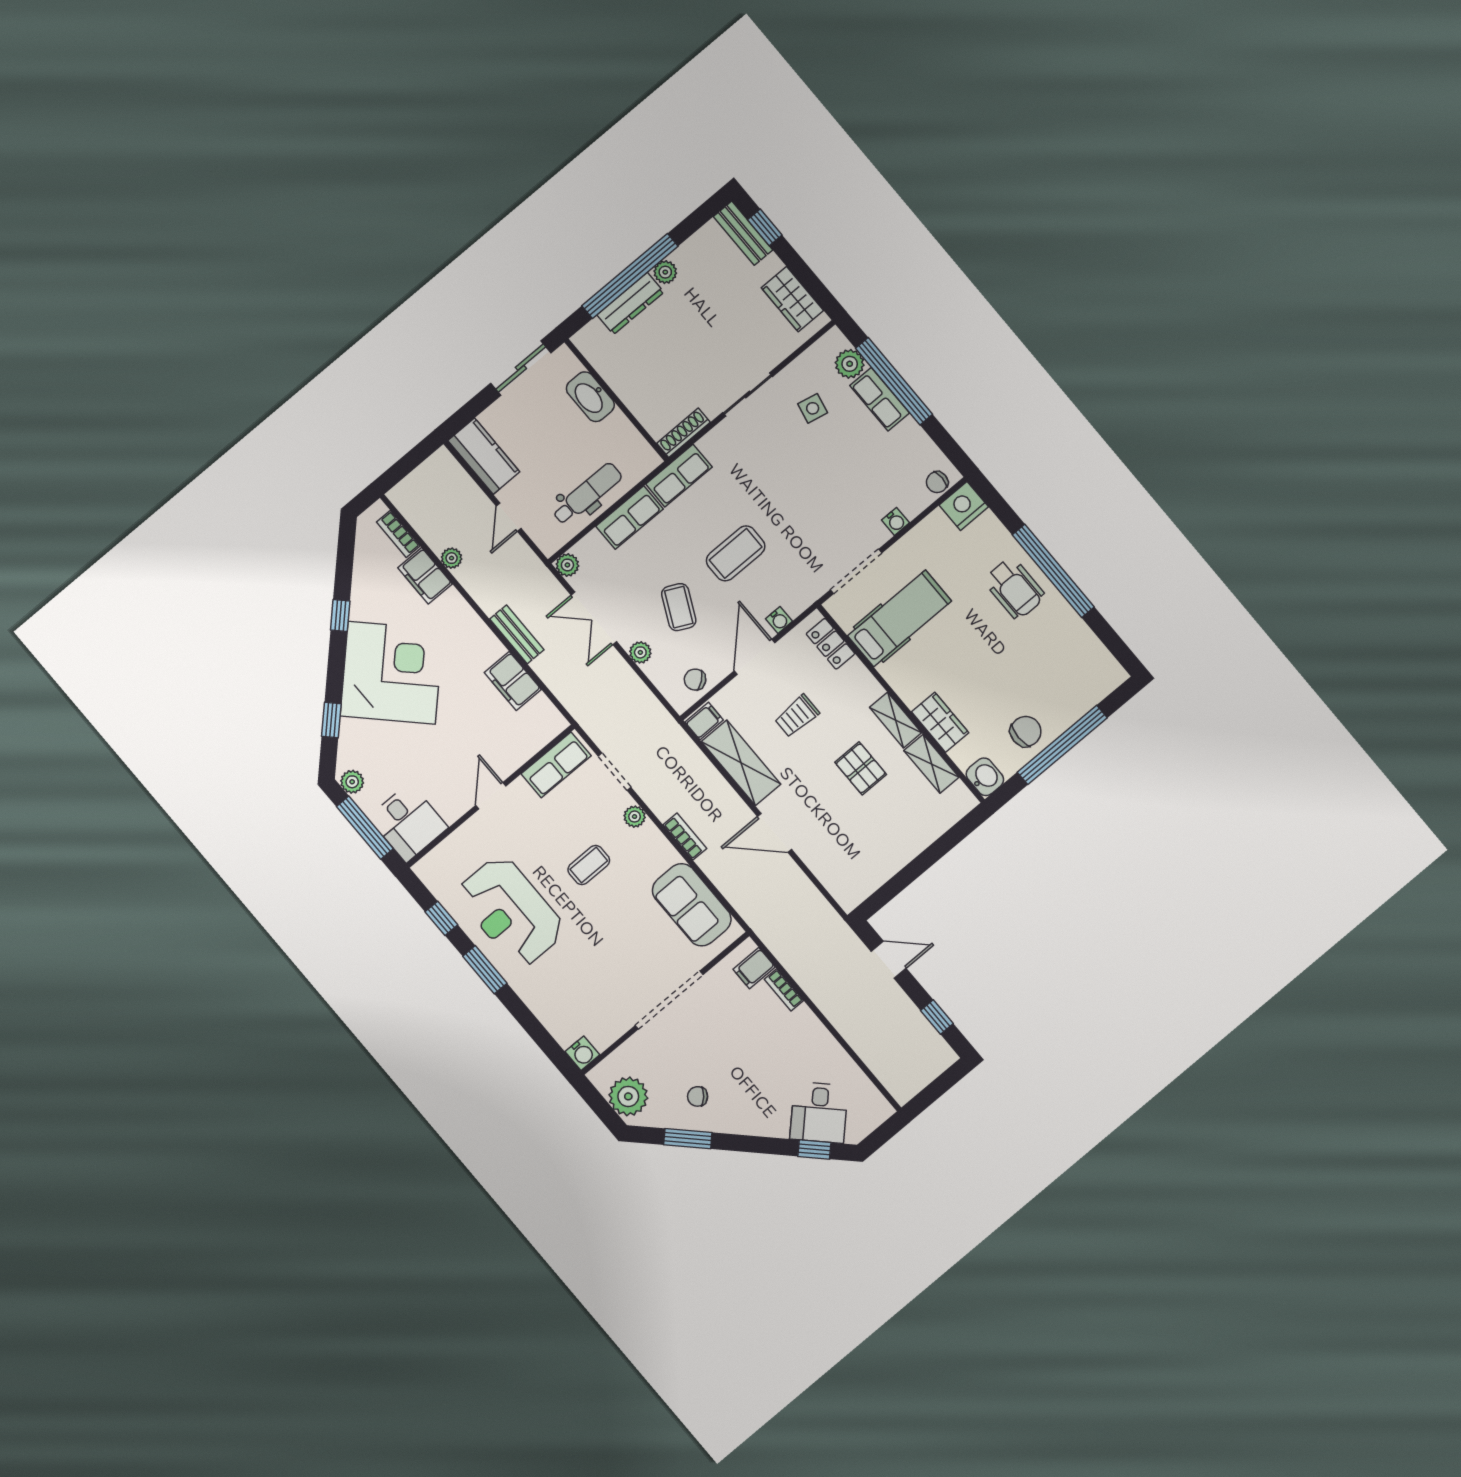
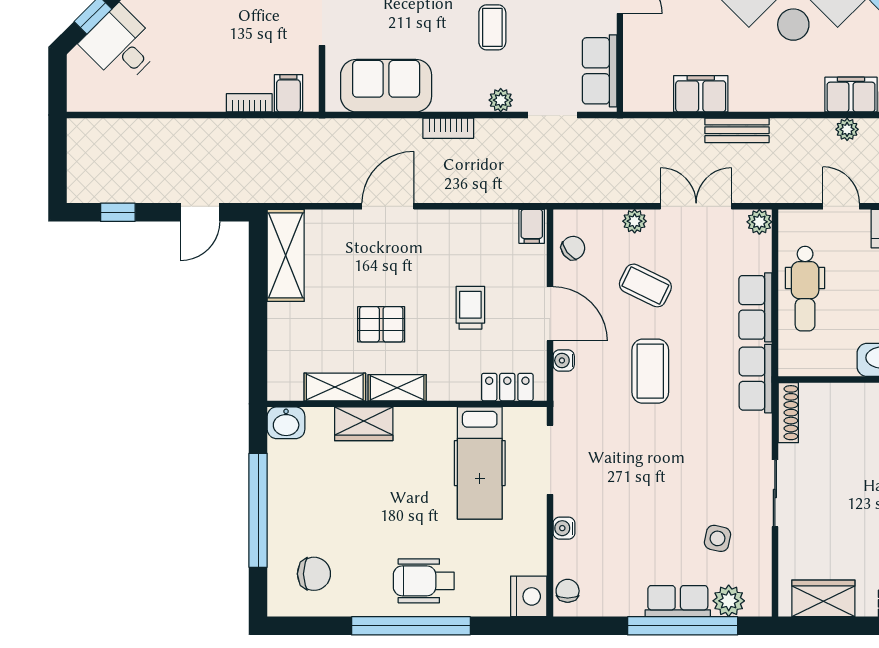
chair: (1026, 731) -> (314, 574), moved, turned -90
shelving: (741, 763) -> (286, 255), moved, turned 90

